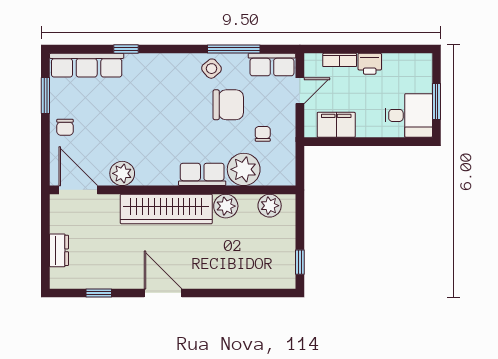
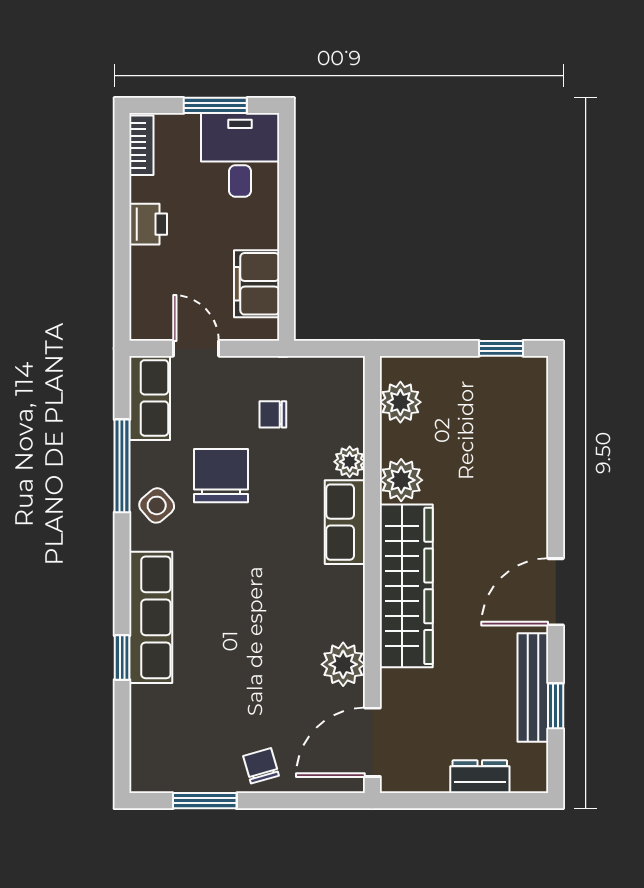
bookcase: (340, 60) -> (141, 145), moved
row of seats: (87, 65) -> (151, 617), moved
chair: (65, 127) -> (261, 766), turned -106
plant: (244, 169) -> (350, 462), width x0.53, depth x0.53
bench: (109, 280) -> (533, 687), added

